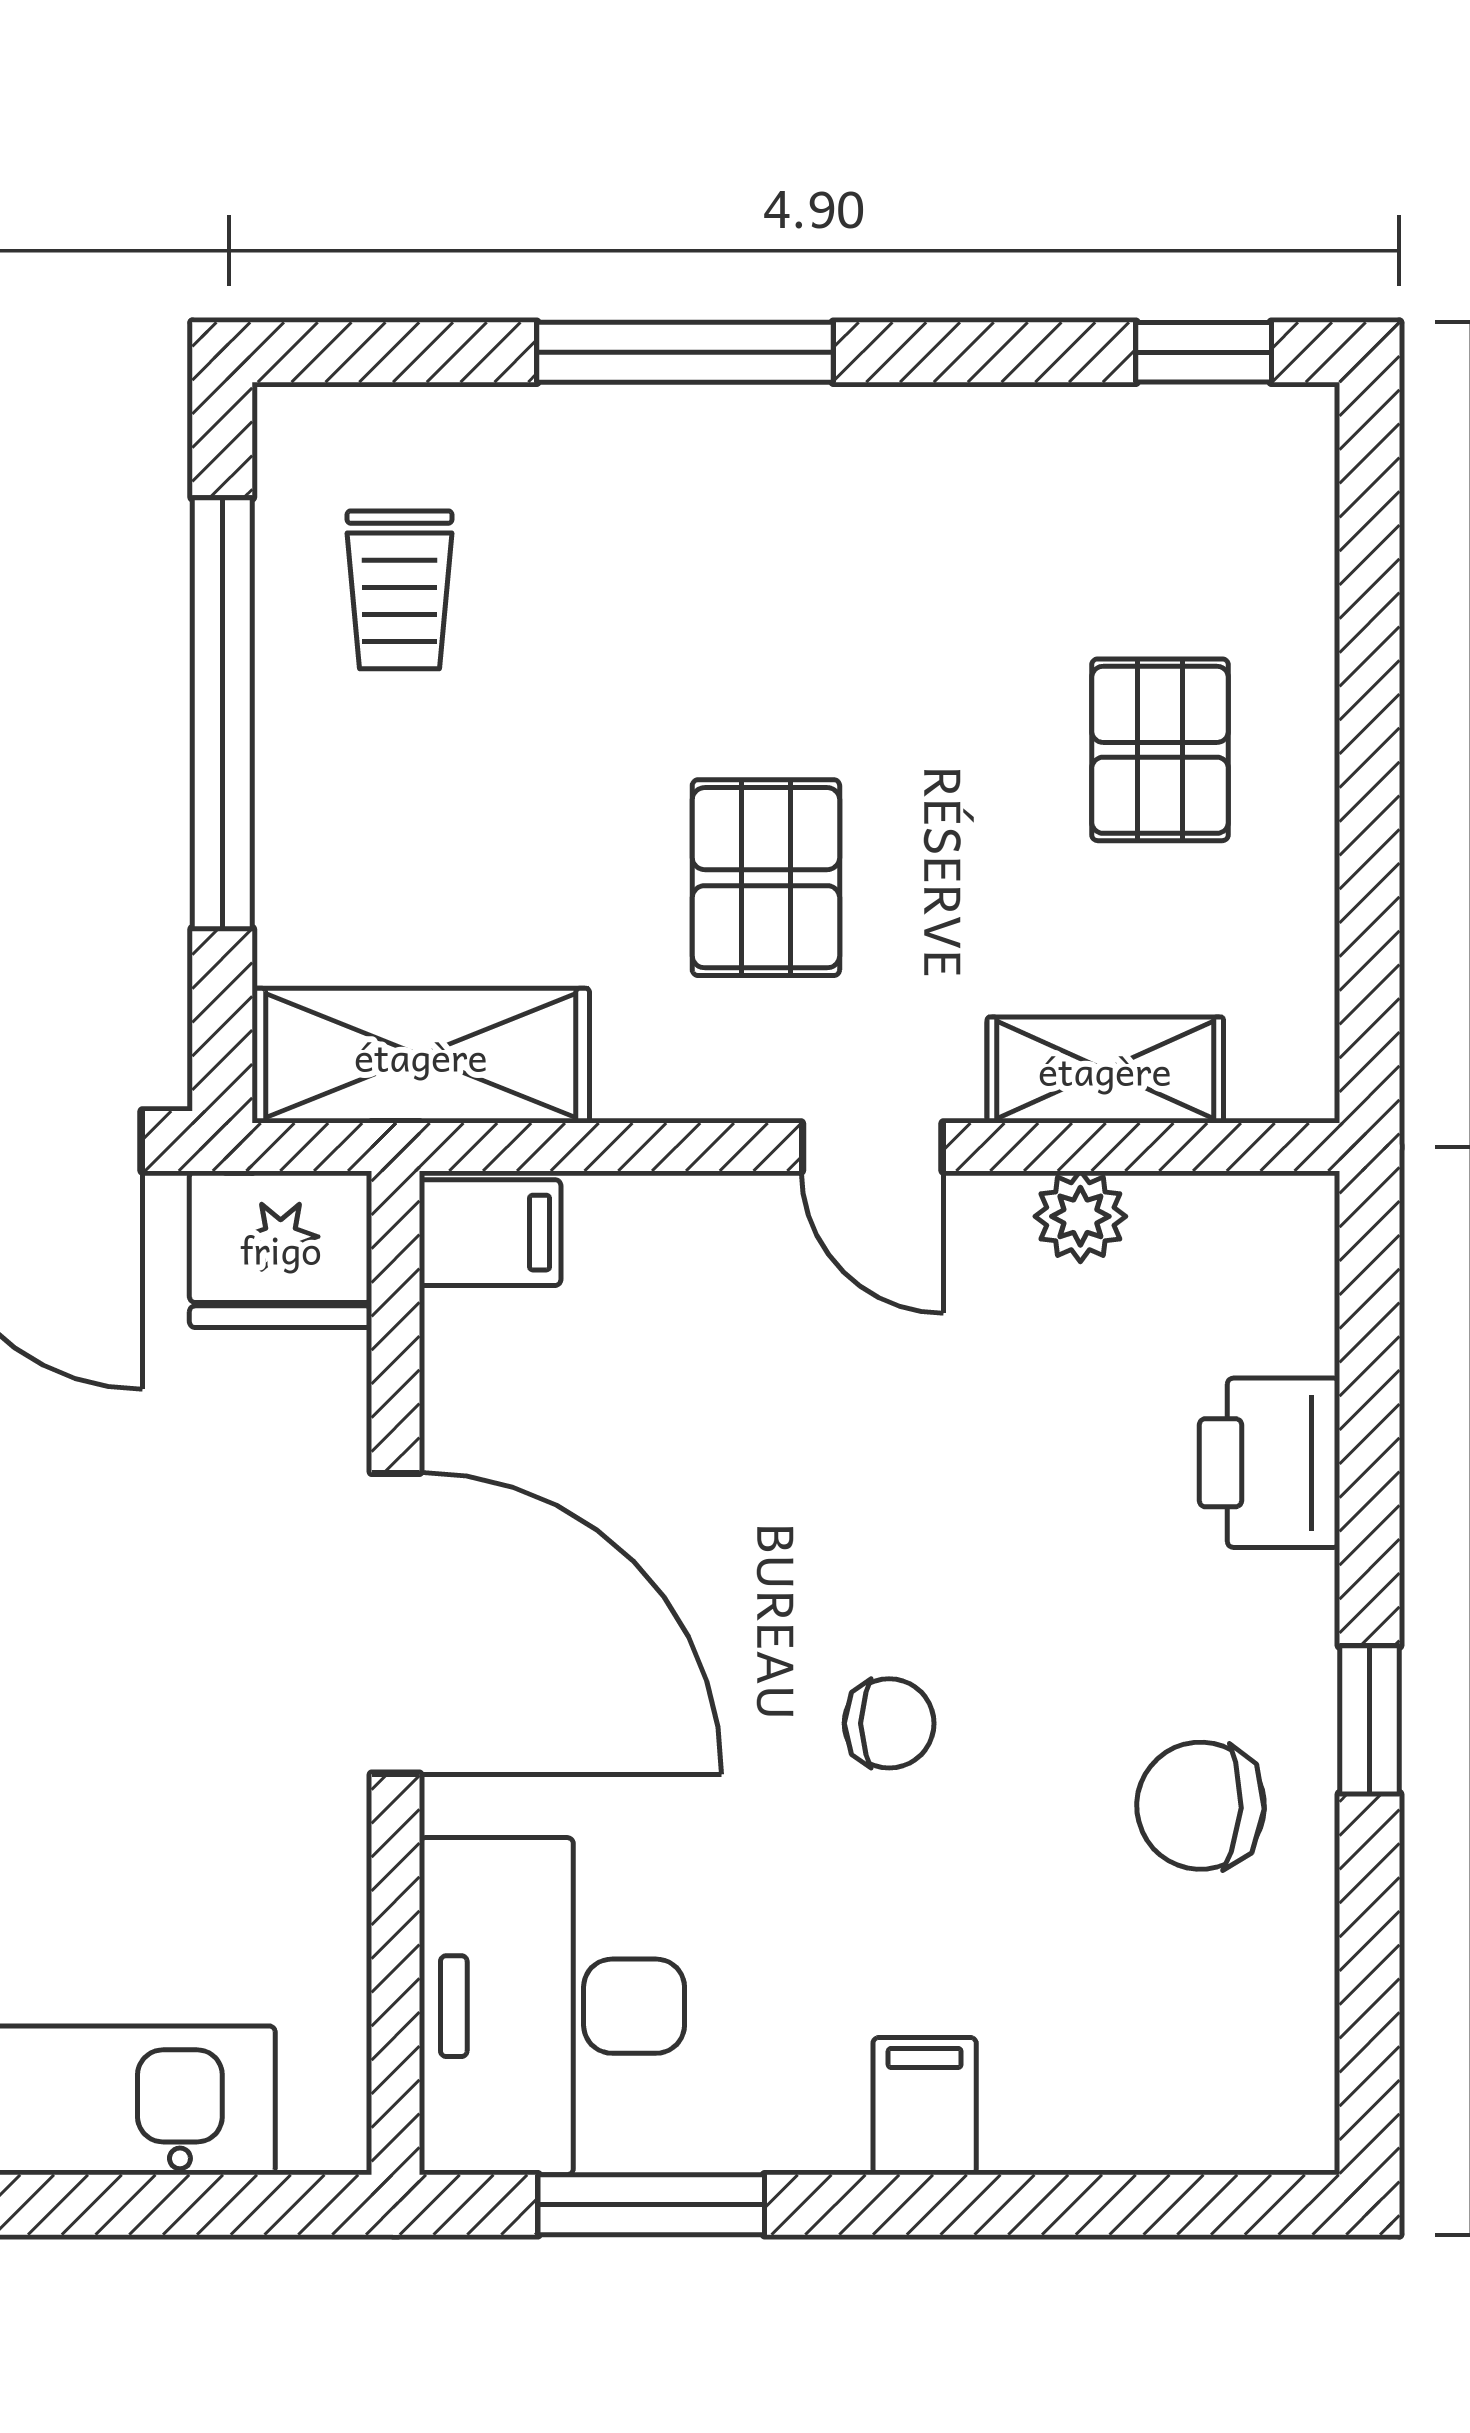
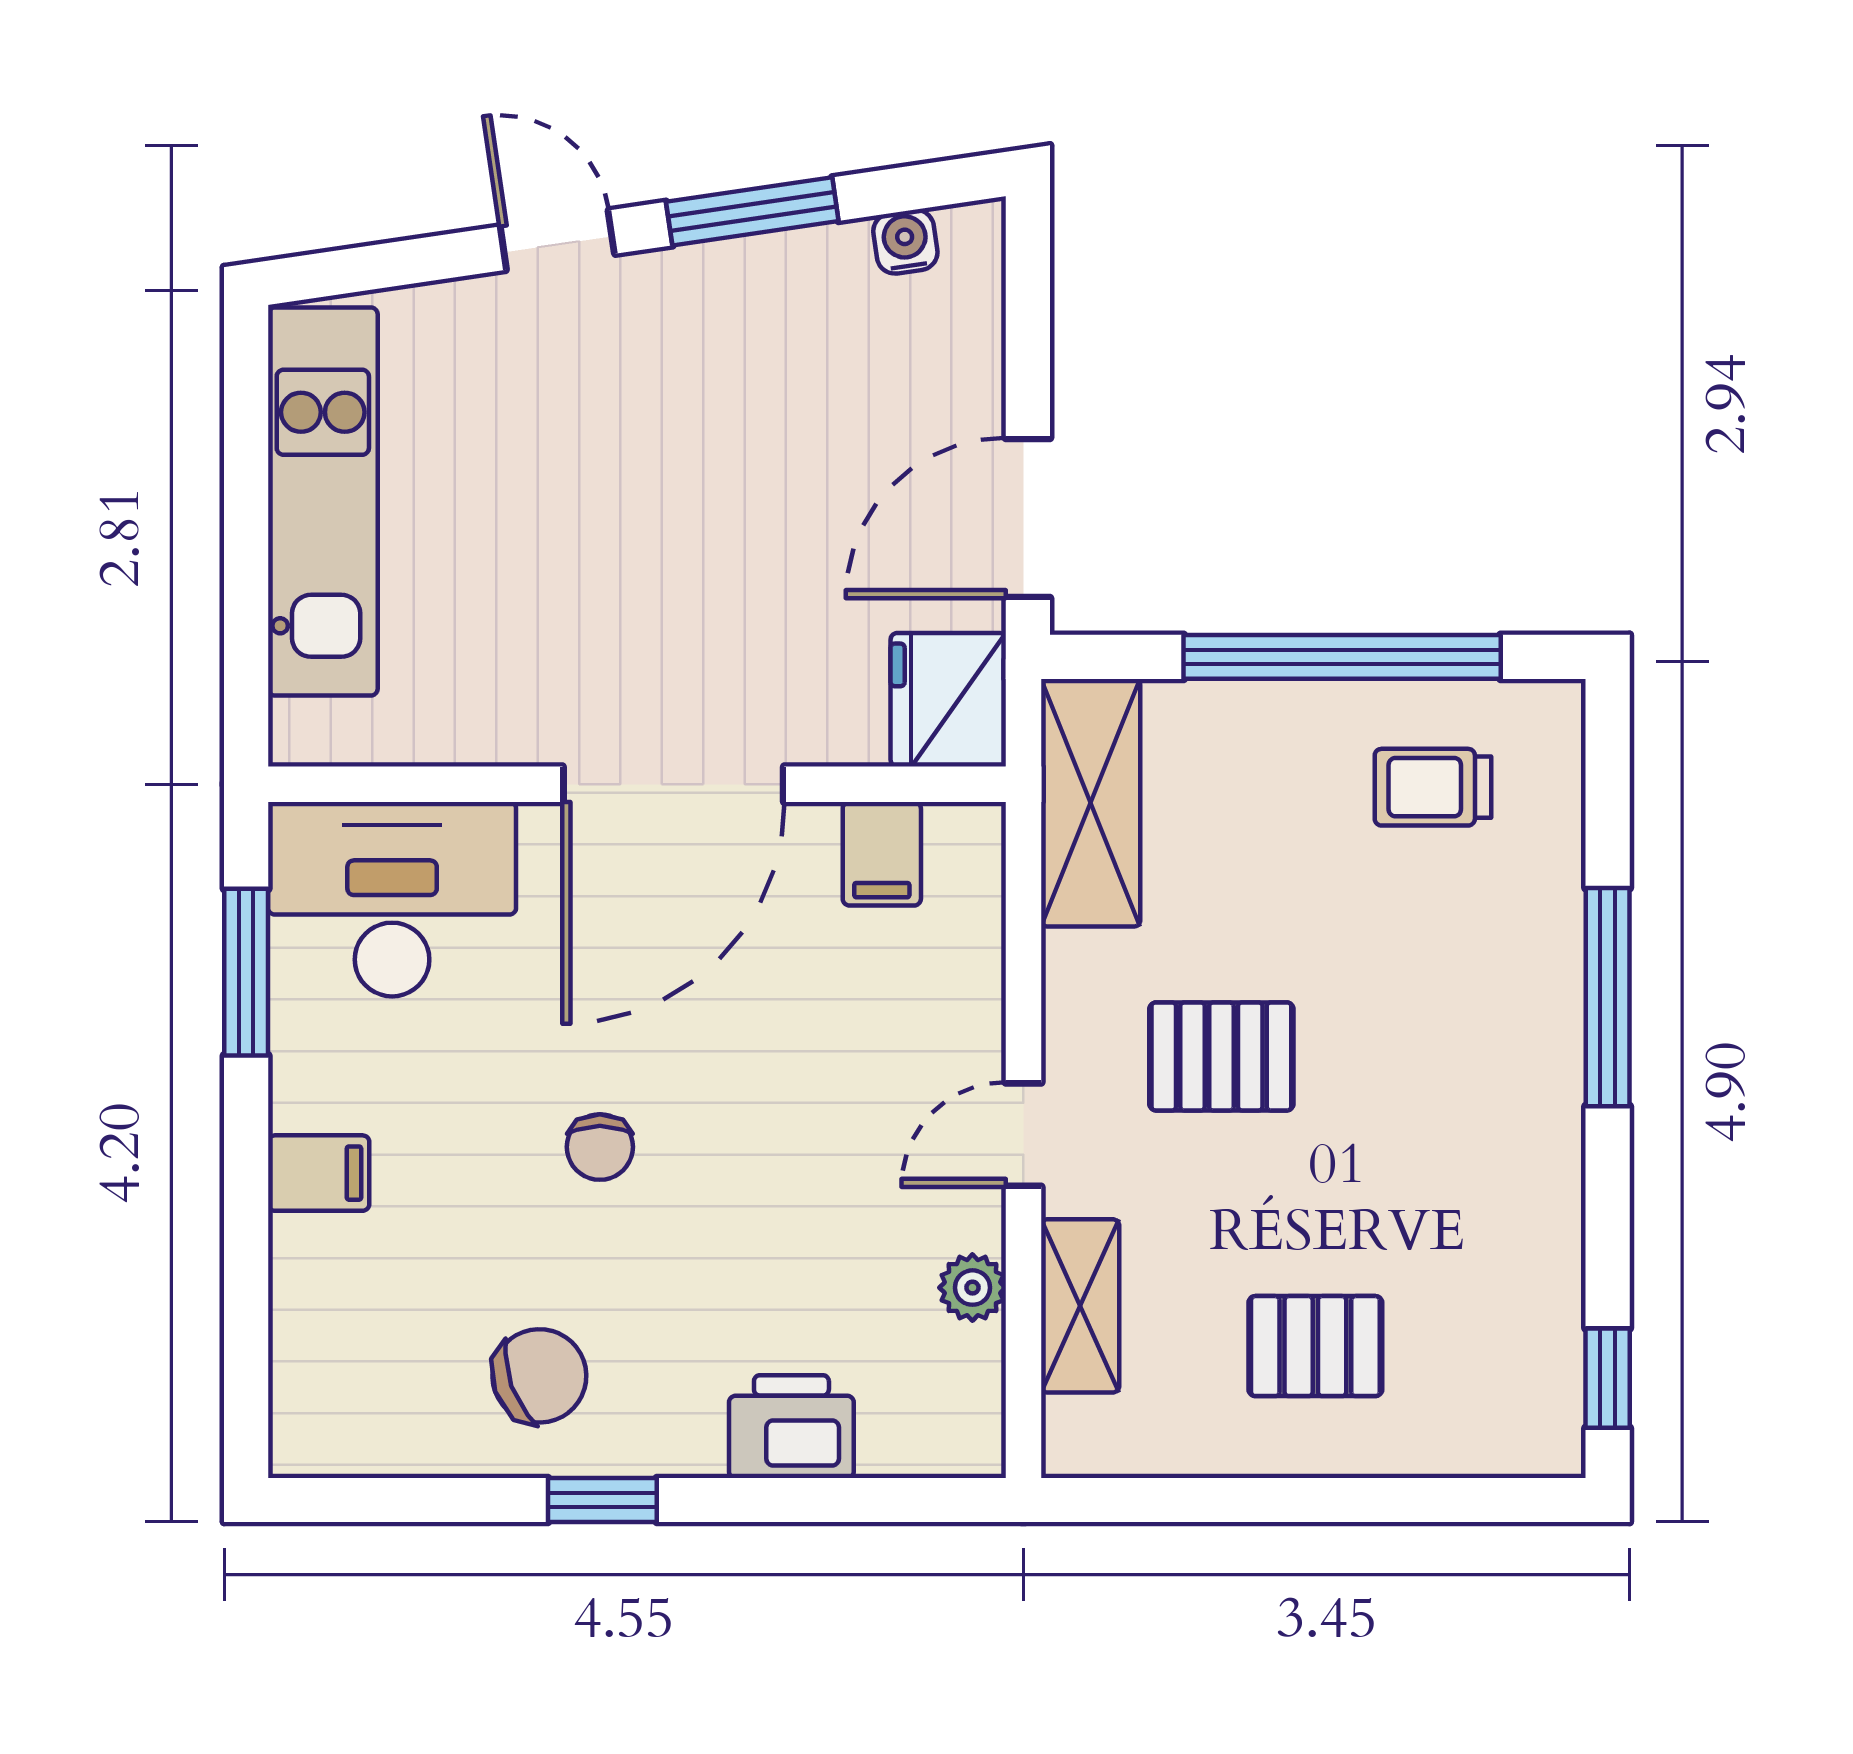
filing cabinet: (490, 1233) -> (882, 854), moved
chair: (1201, 1806) -> (539, 1376), turned 67

